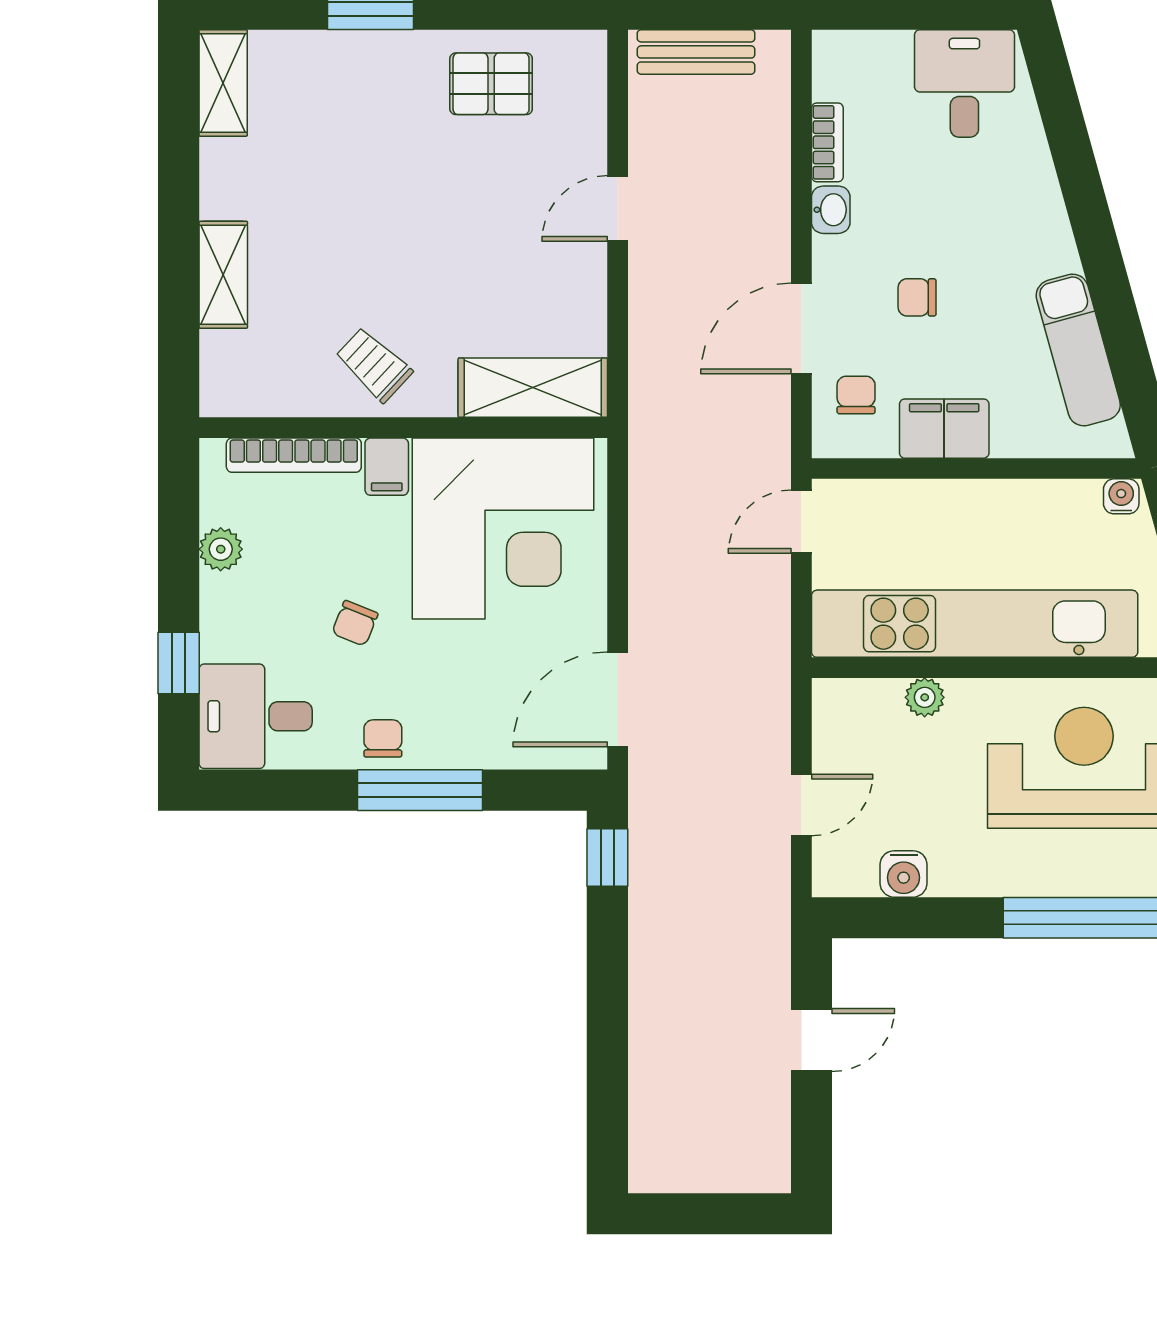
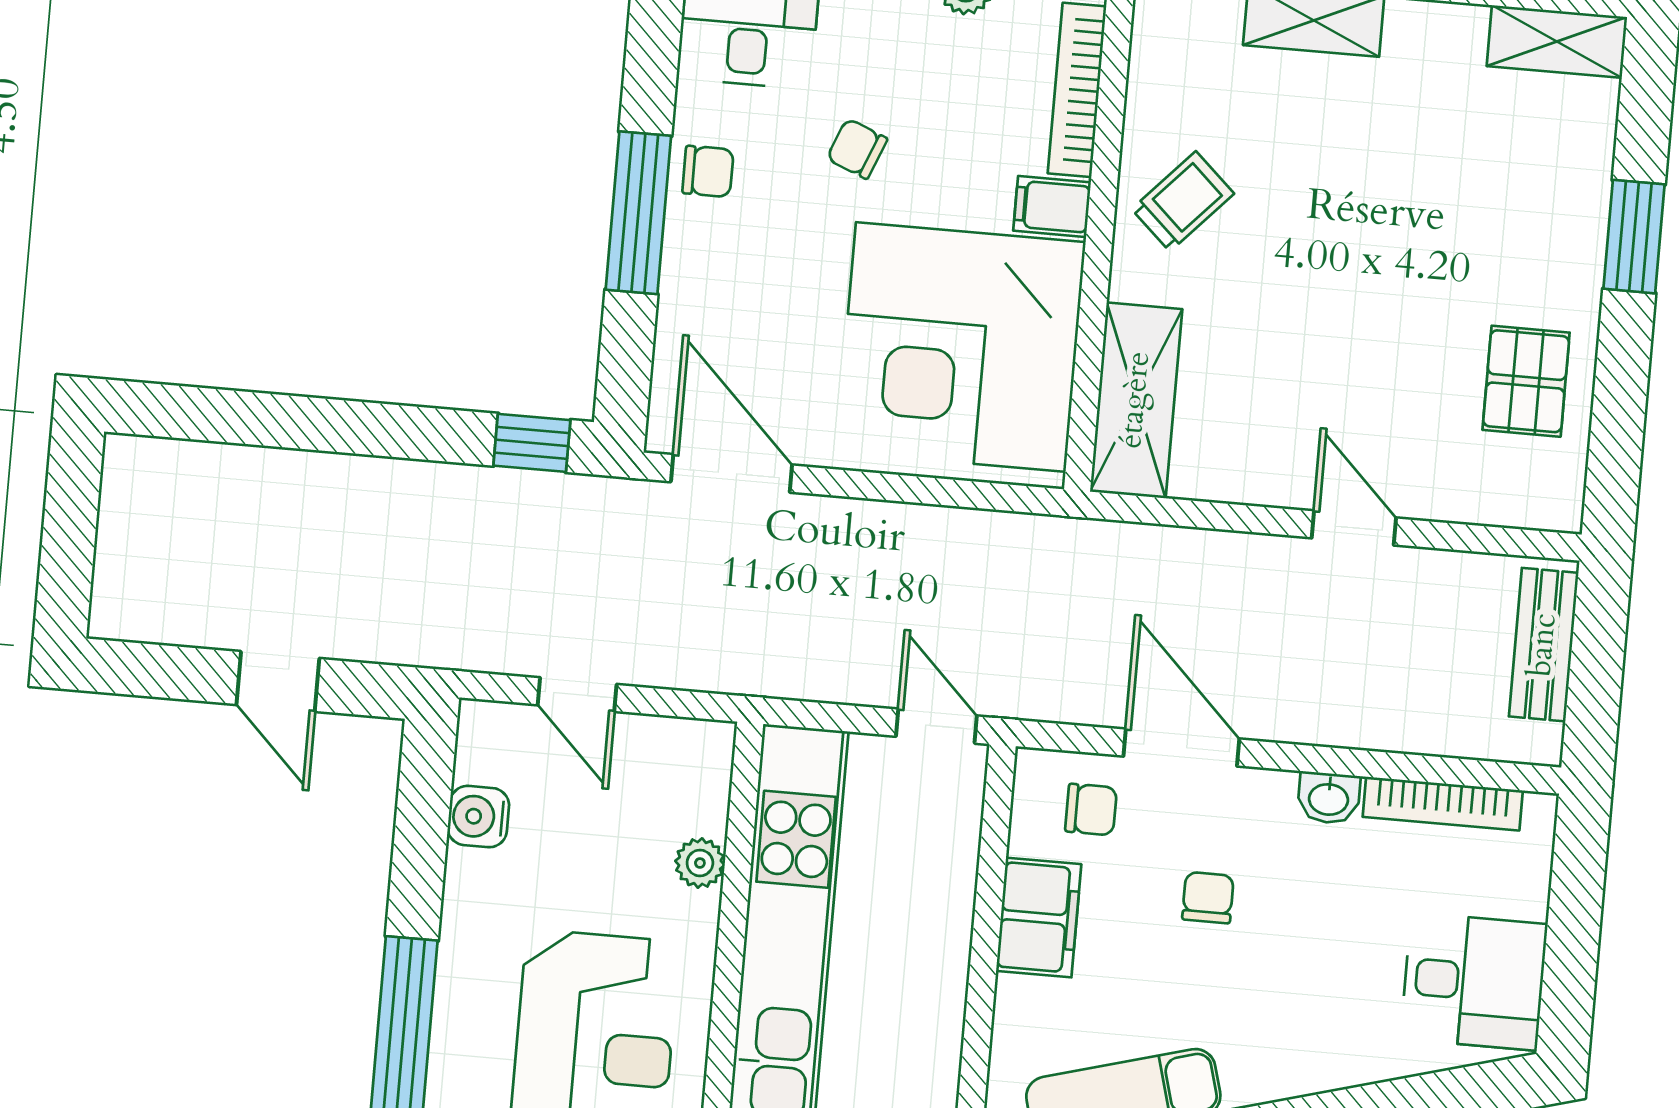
bookcase: (827, 142) -> (1443, 804), width x1.56

